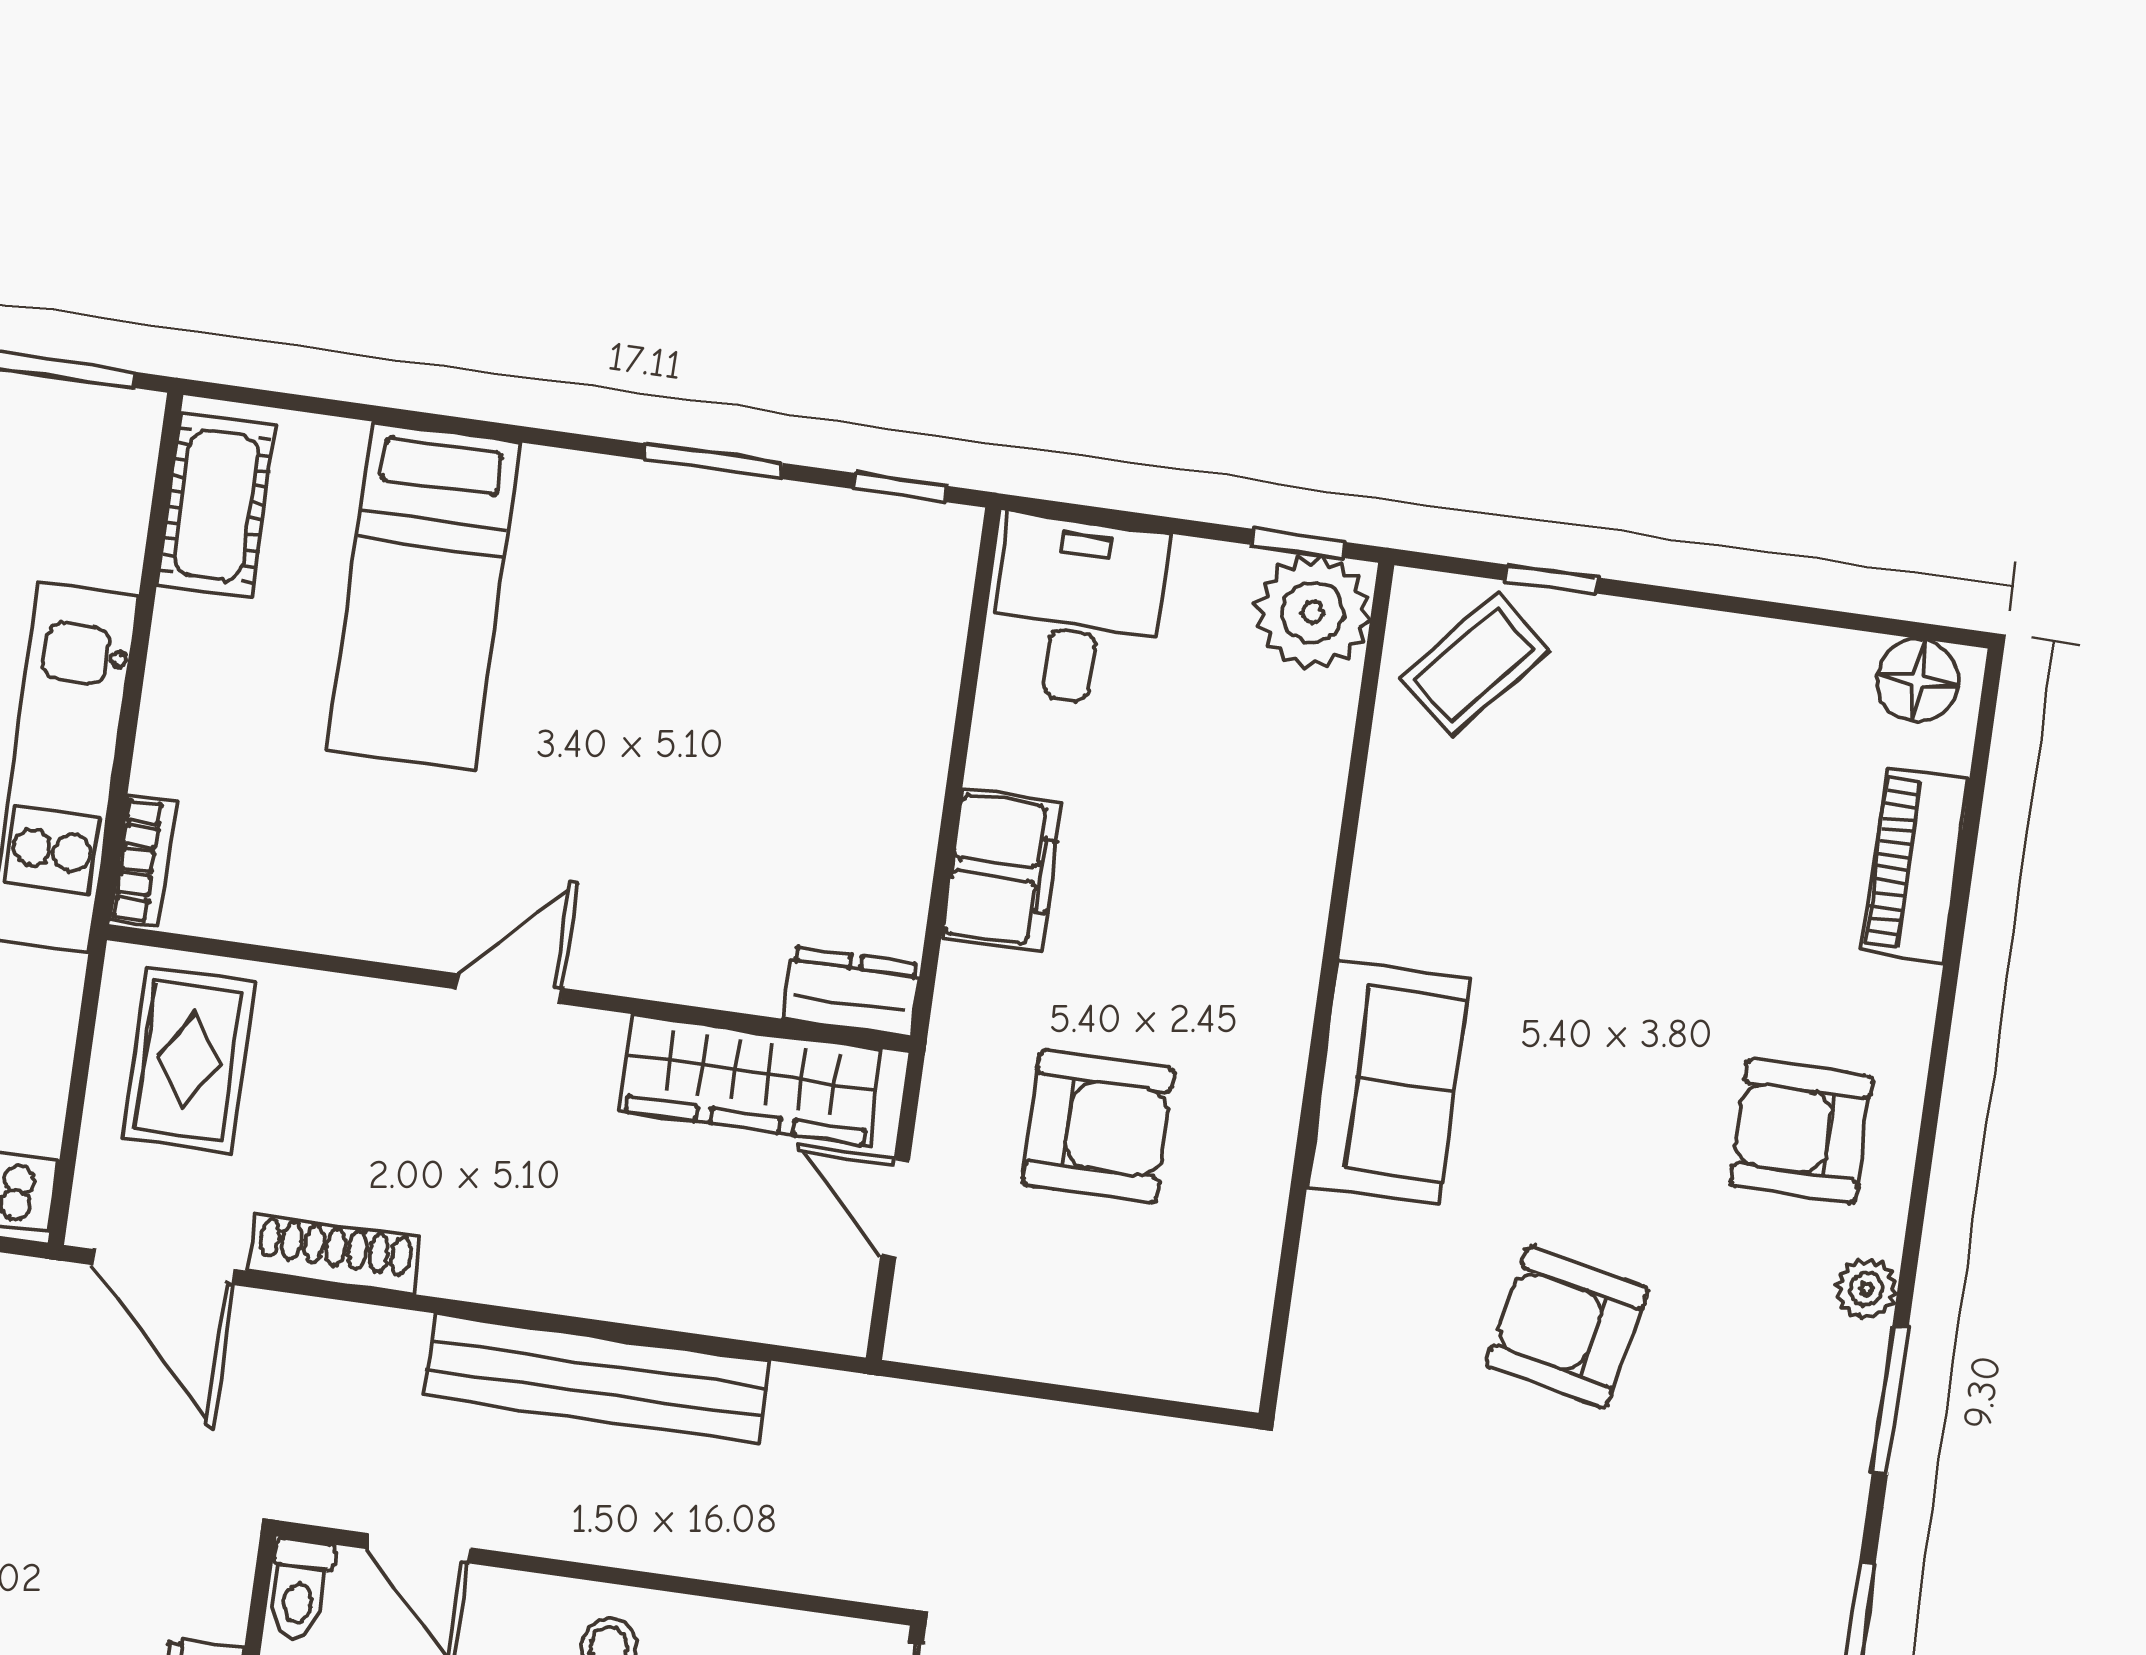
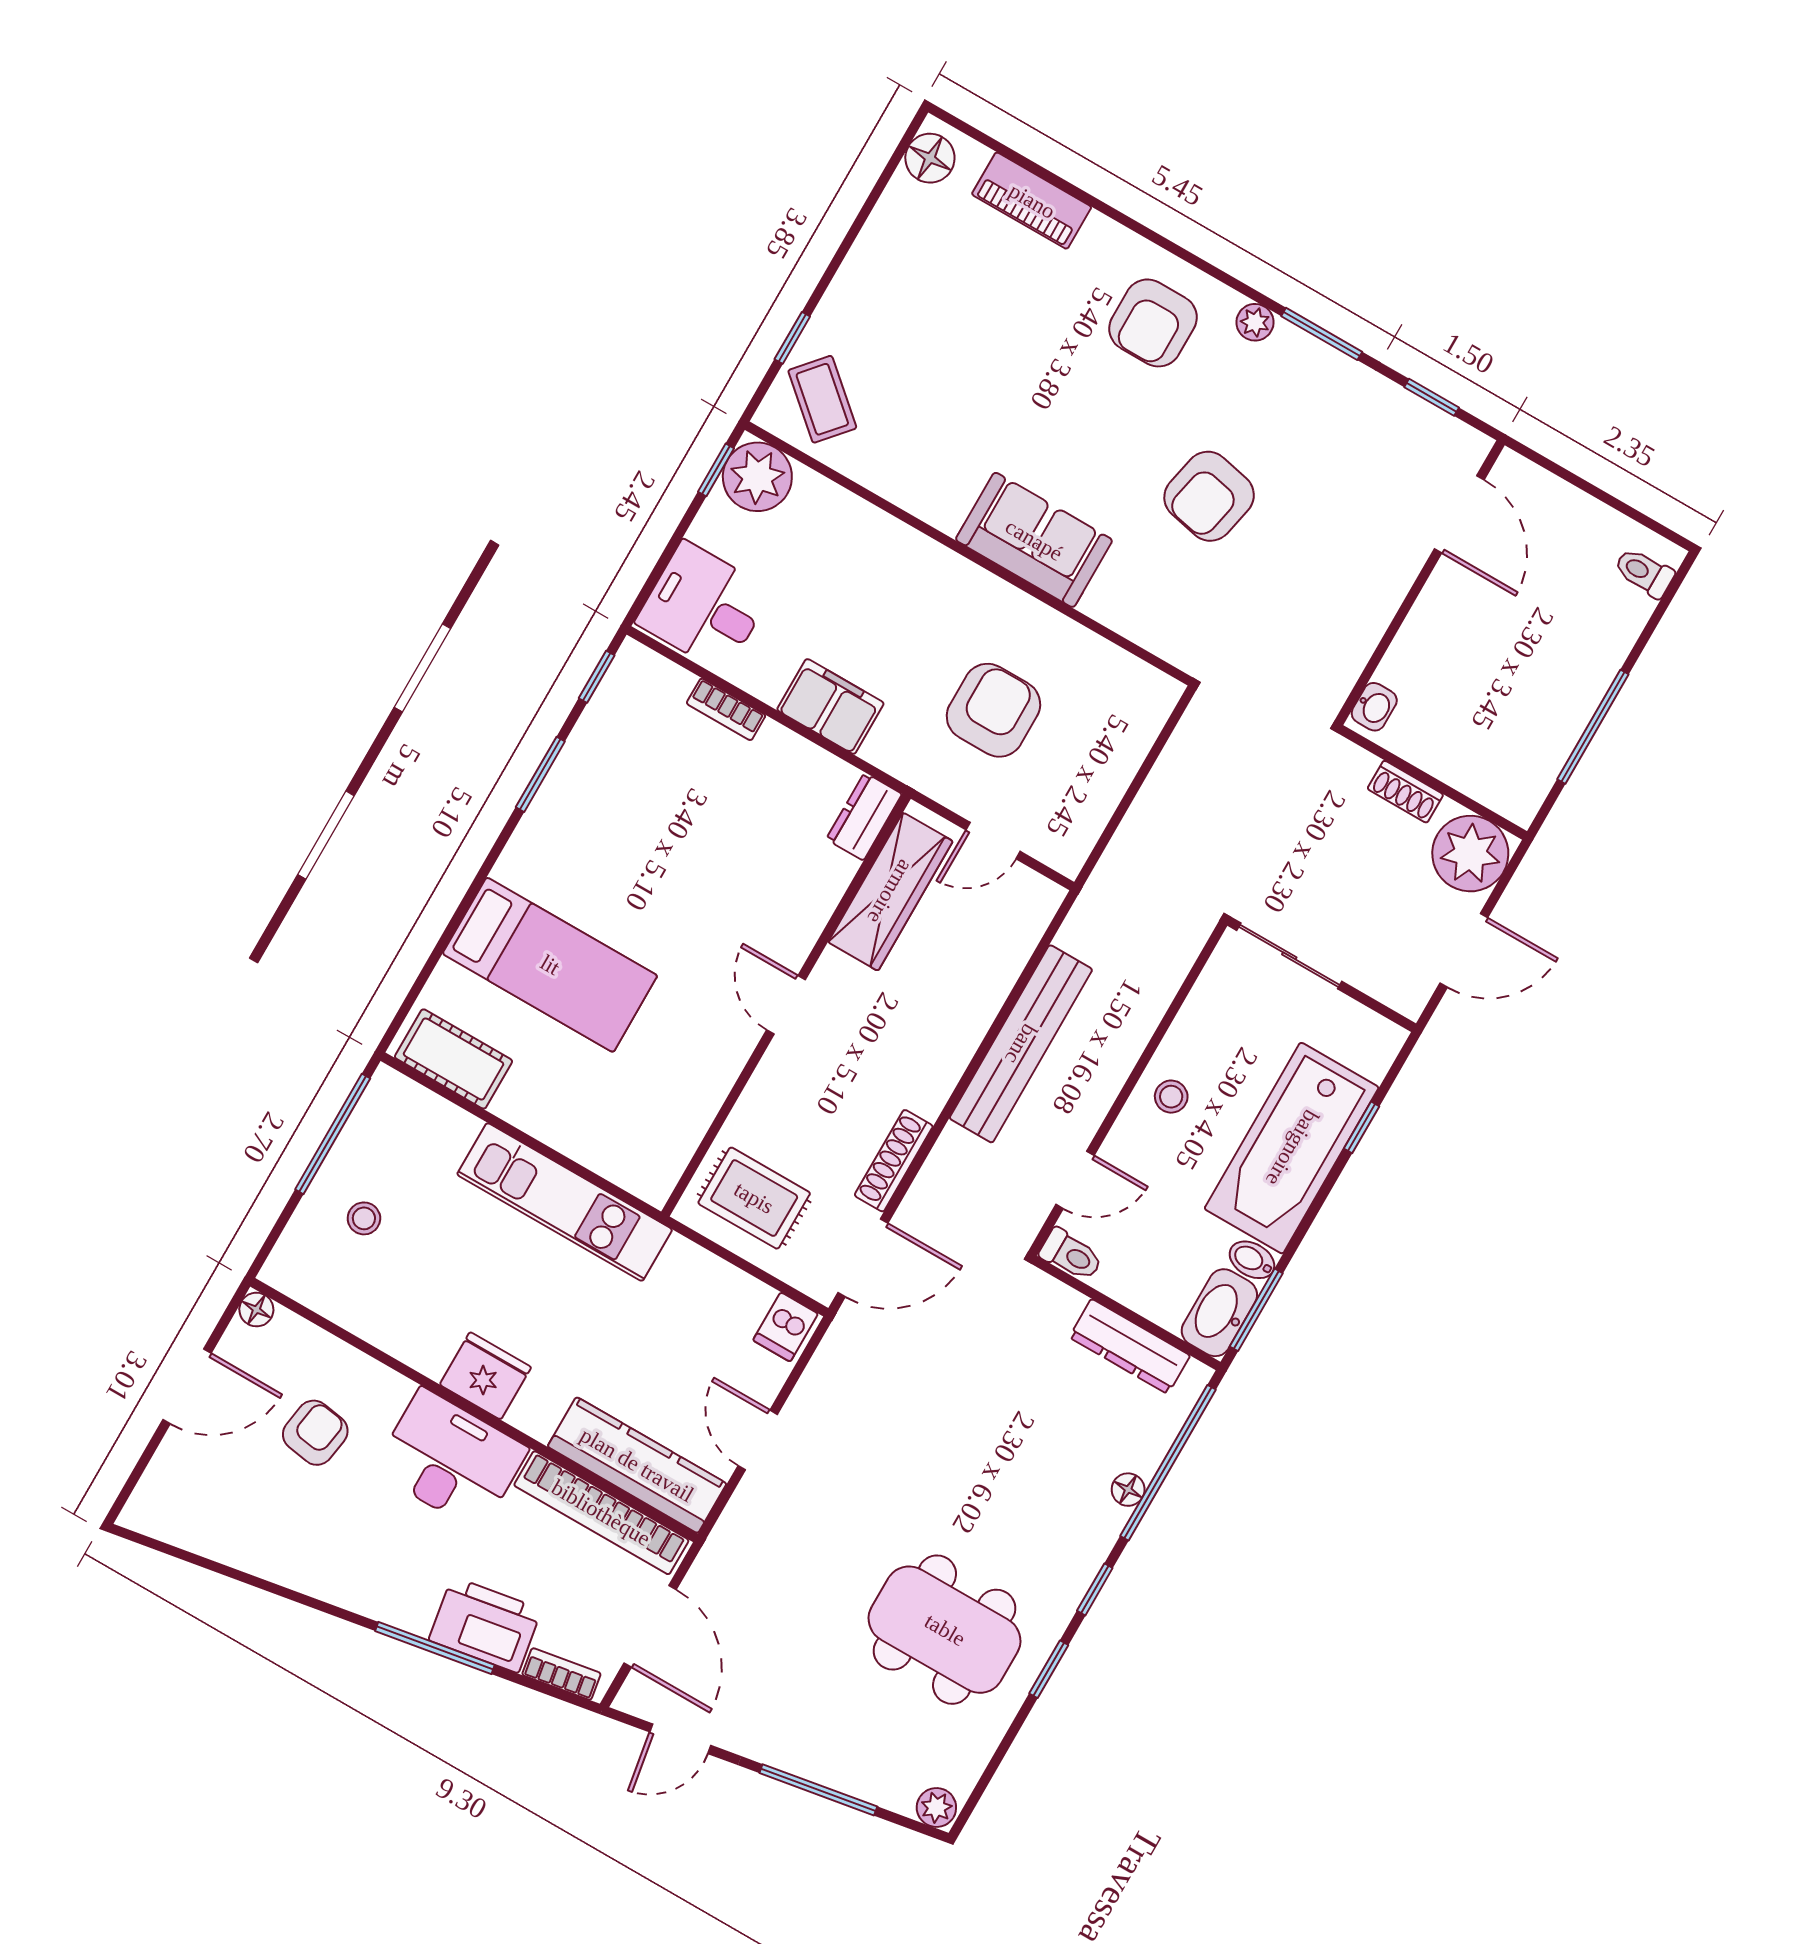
bookcase: (143, 861) -> (726, 709), moved, turned 180

